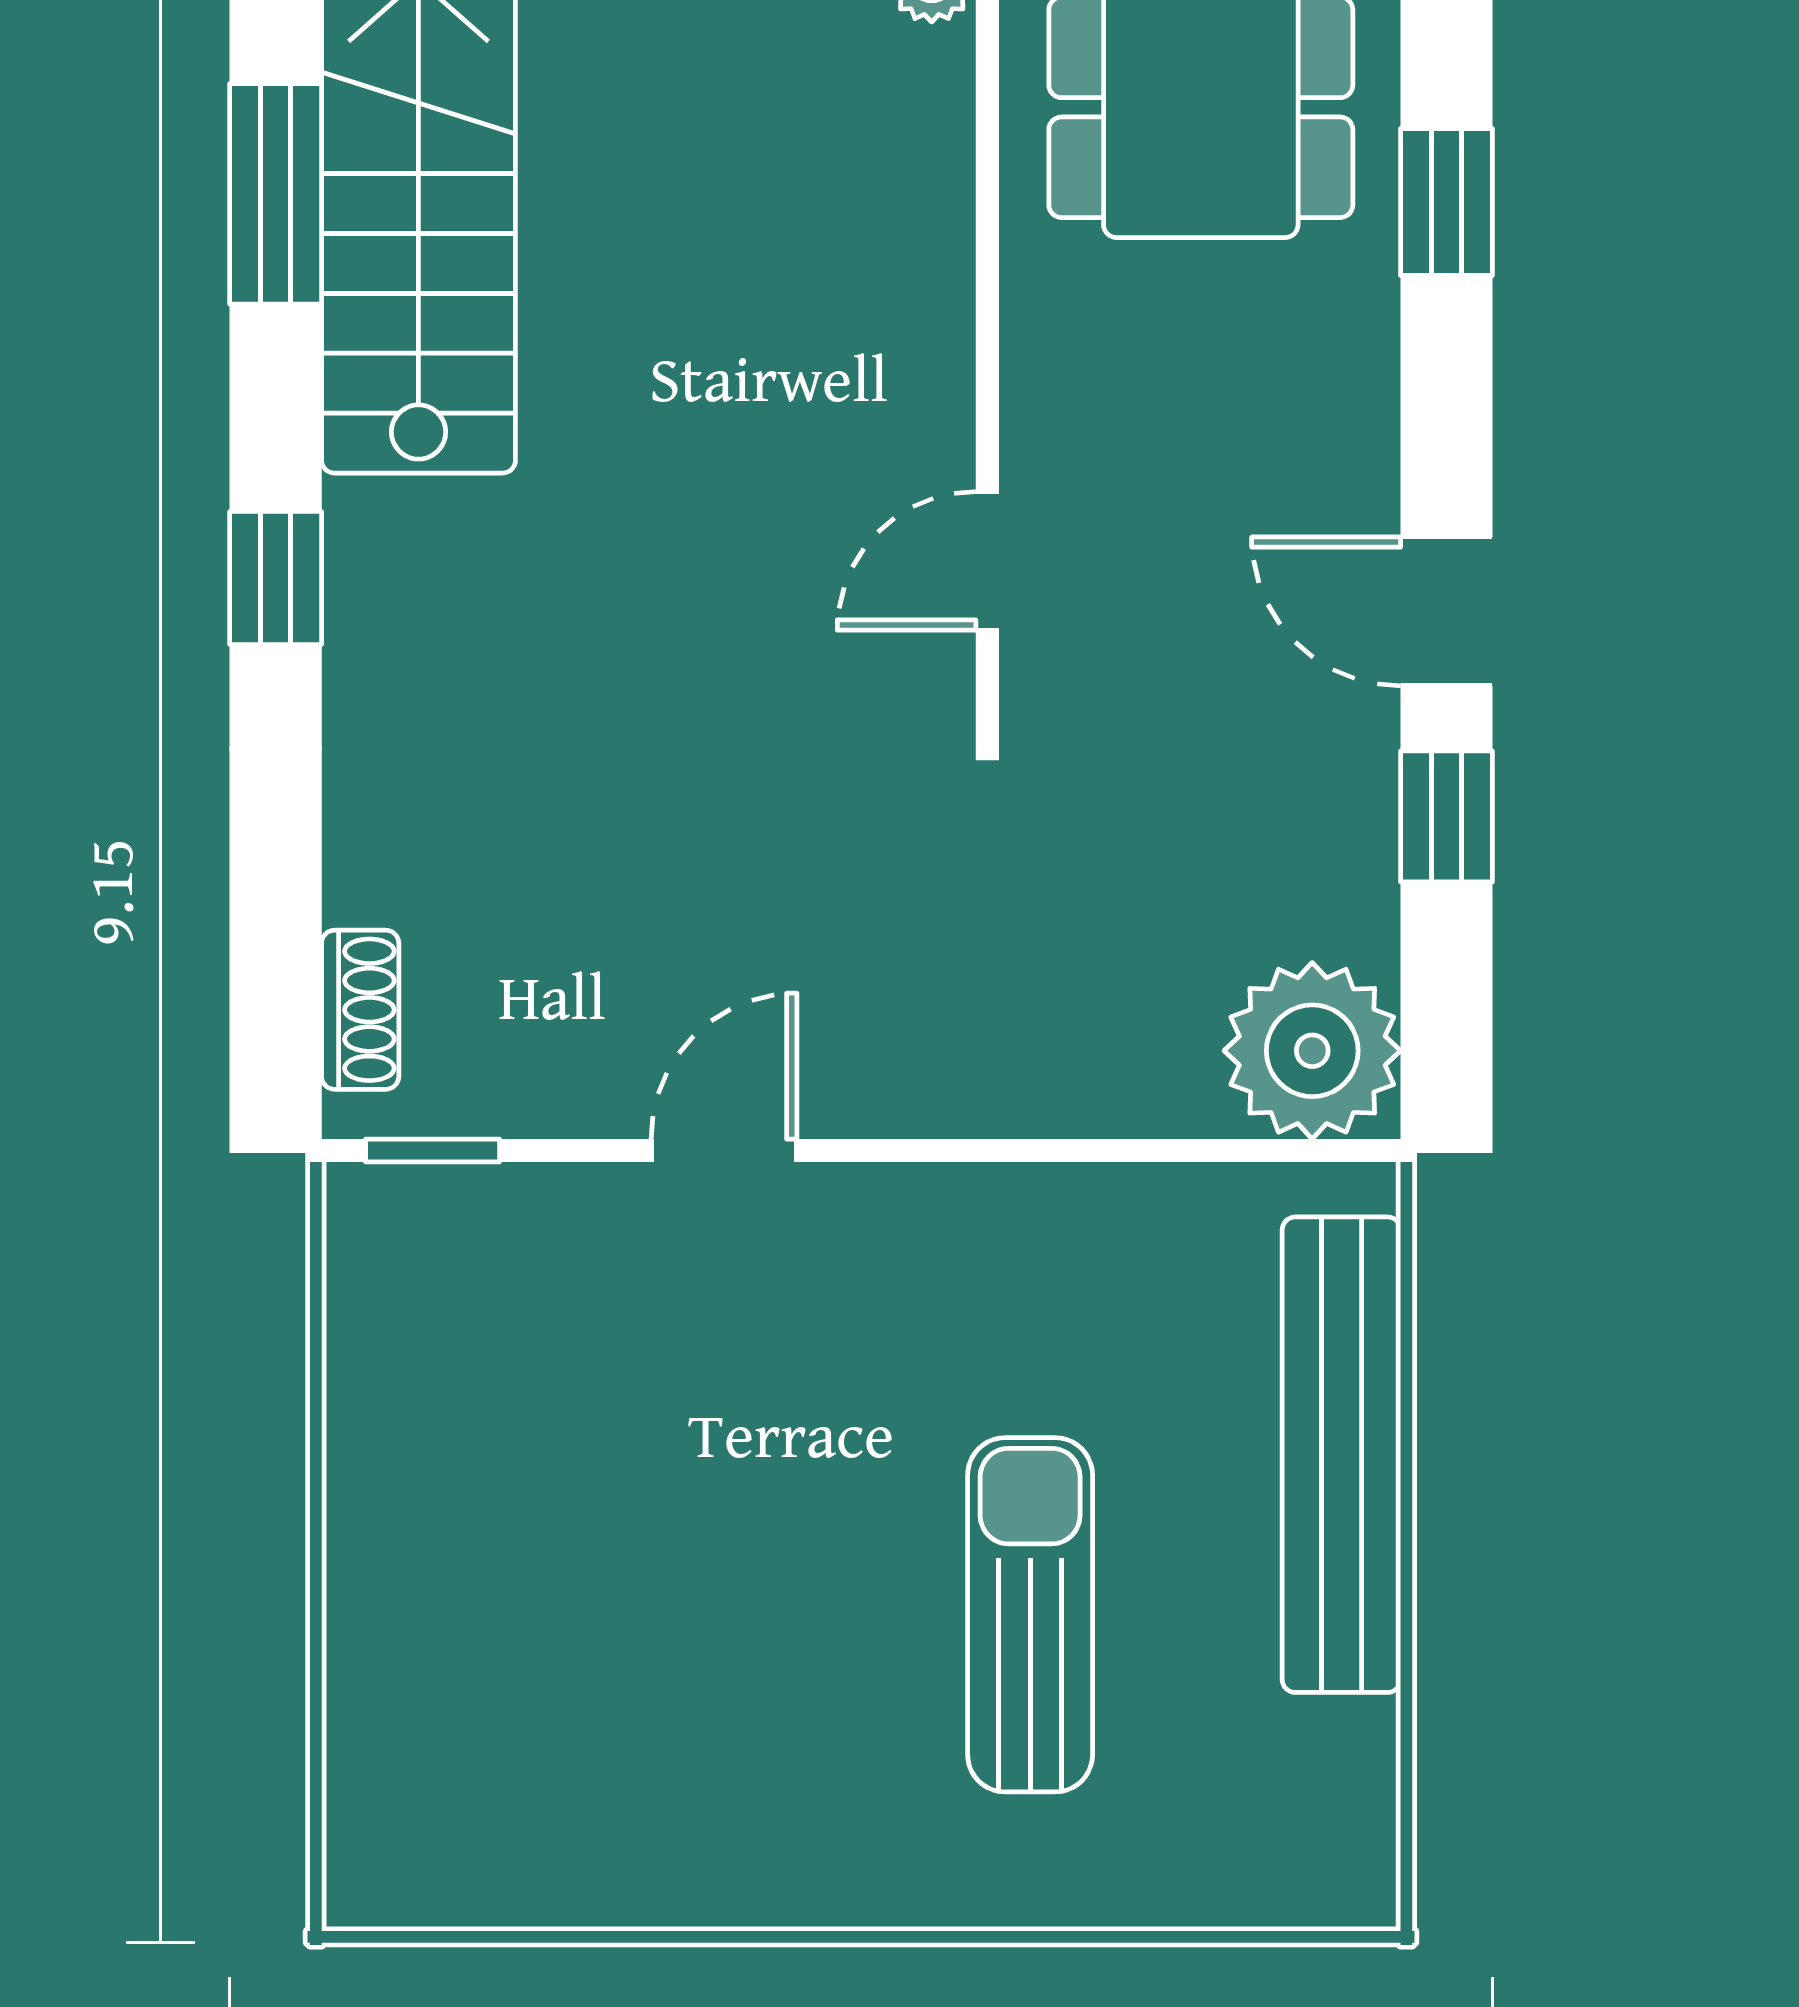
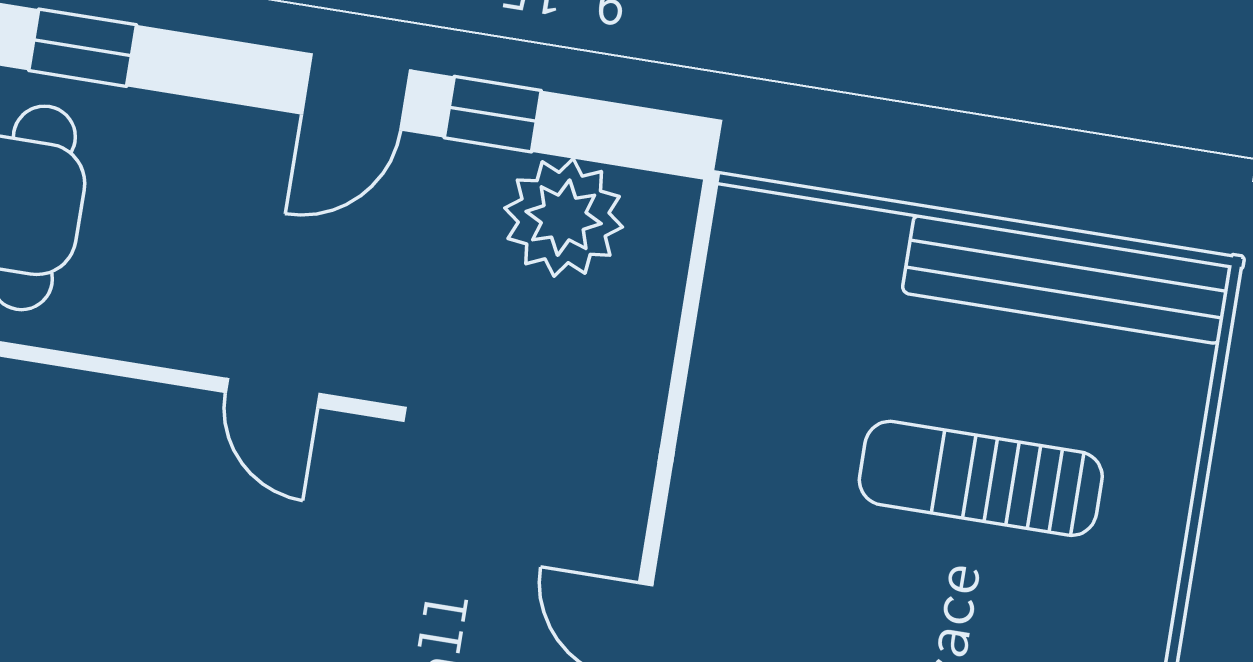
plant: (1312, 1051) -> (564, 218), moved
bench: (1341, 1455) -> (1067, 279), moved

